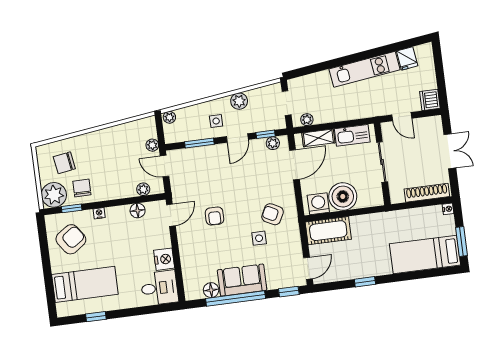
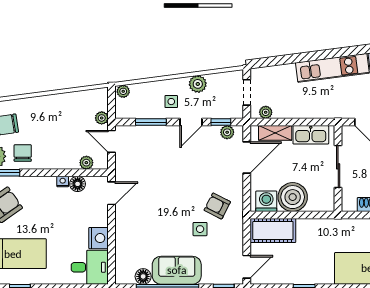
nightstand: (99, 213) -> (63, 182), moved
armchair: (214, 216) -> (157, 200), removed

